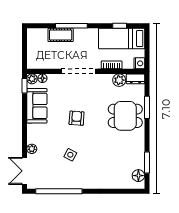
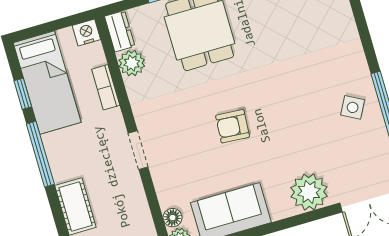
window: (71, 26) -> (40, 154), moved
doorway: (78, 71) -> (138, 150), width x0.53
plant: (32, 149) -> (309, 192), width x1.87, depth x1.87
side table: (70, 155) -> (353, 107), moved

